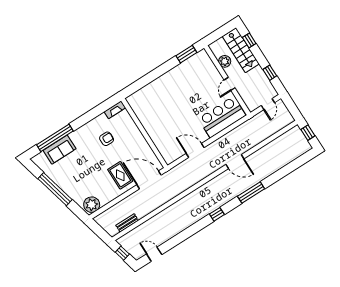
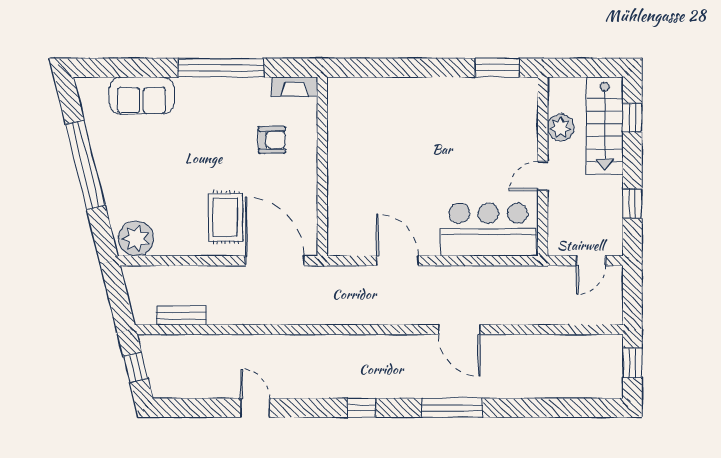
window: (55, 138) -> (221, 68), moved
armchair: (107, 139) -> (272, 140), moved
door: (154, 254) -> (255, 408), moved

